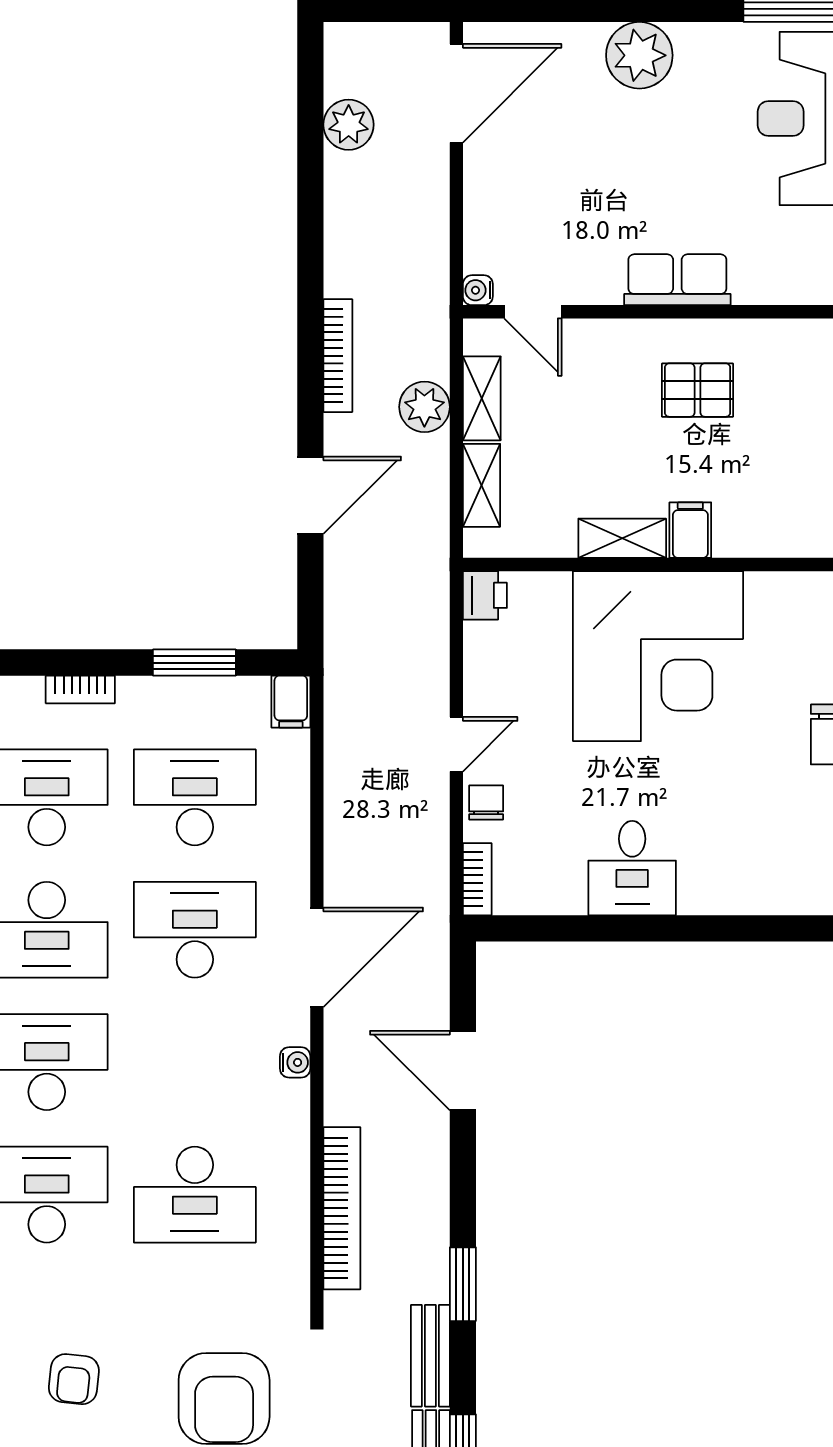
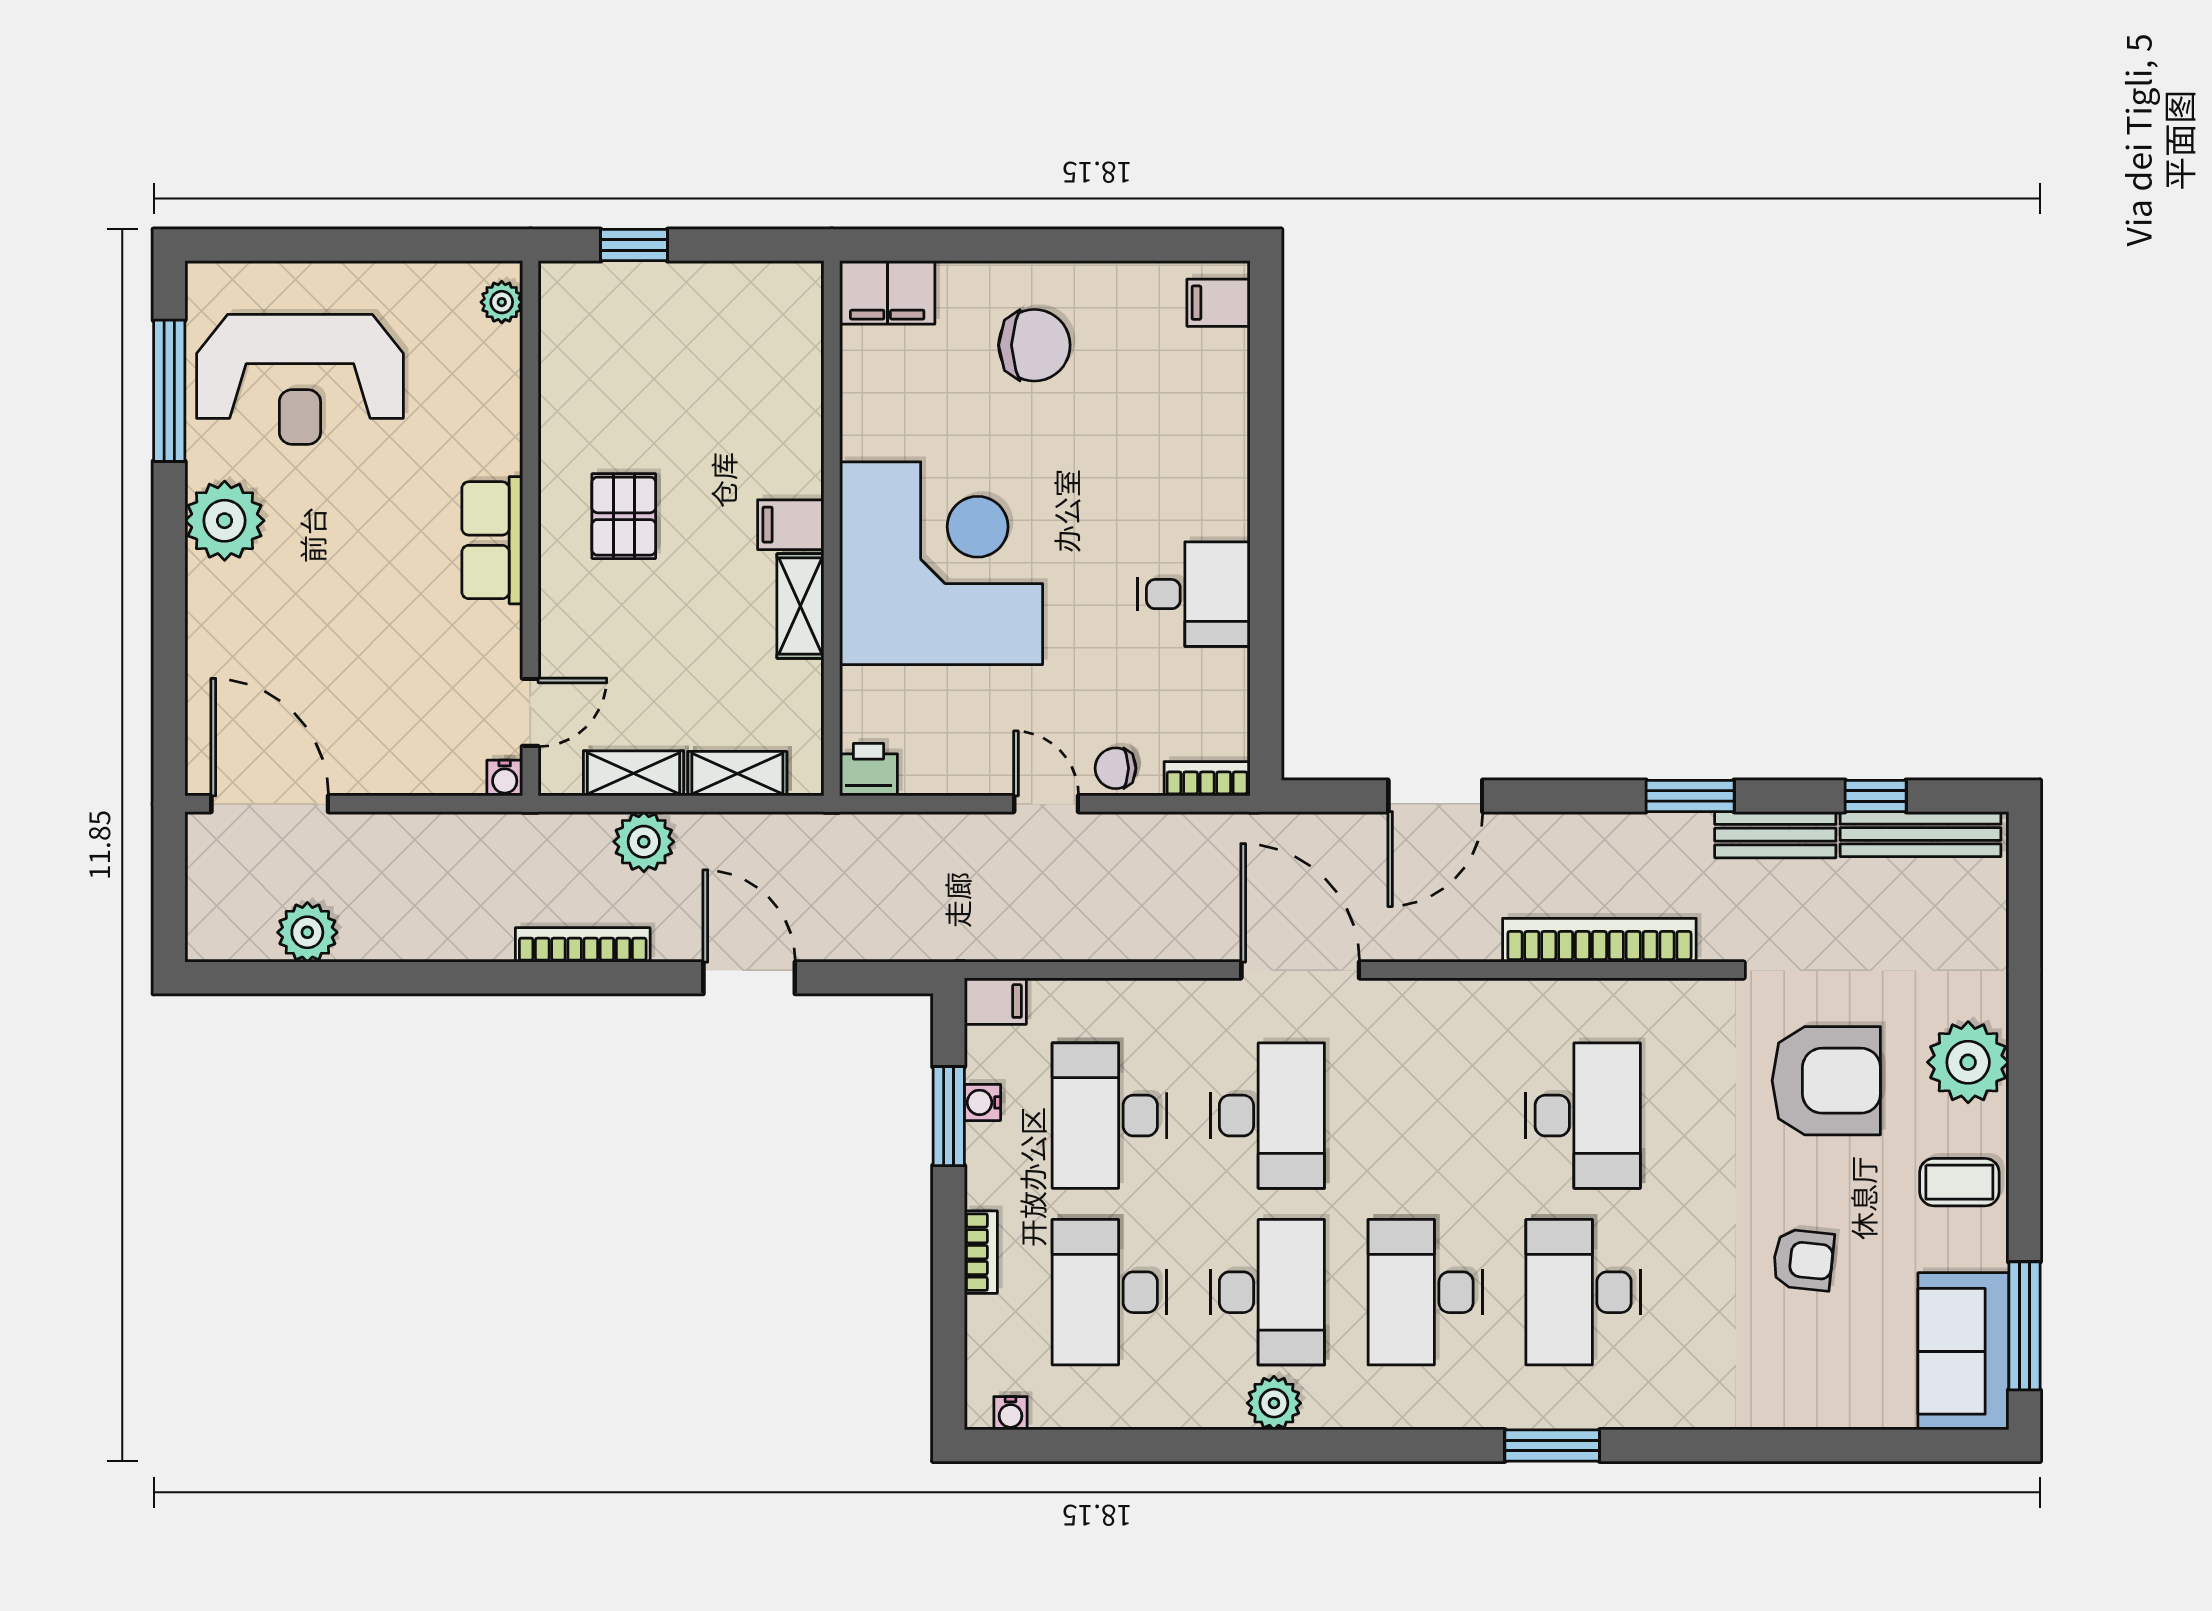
plant: (639, 55) -> (225, 521), moved
desk: (195, 930) -> (1267, 1116), turned 180
water cooler: (295, 1062) -> (982, 1102), moved, turned -90

